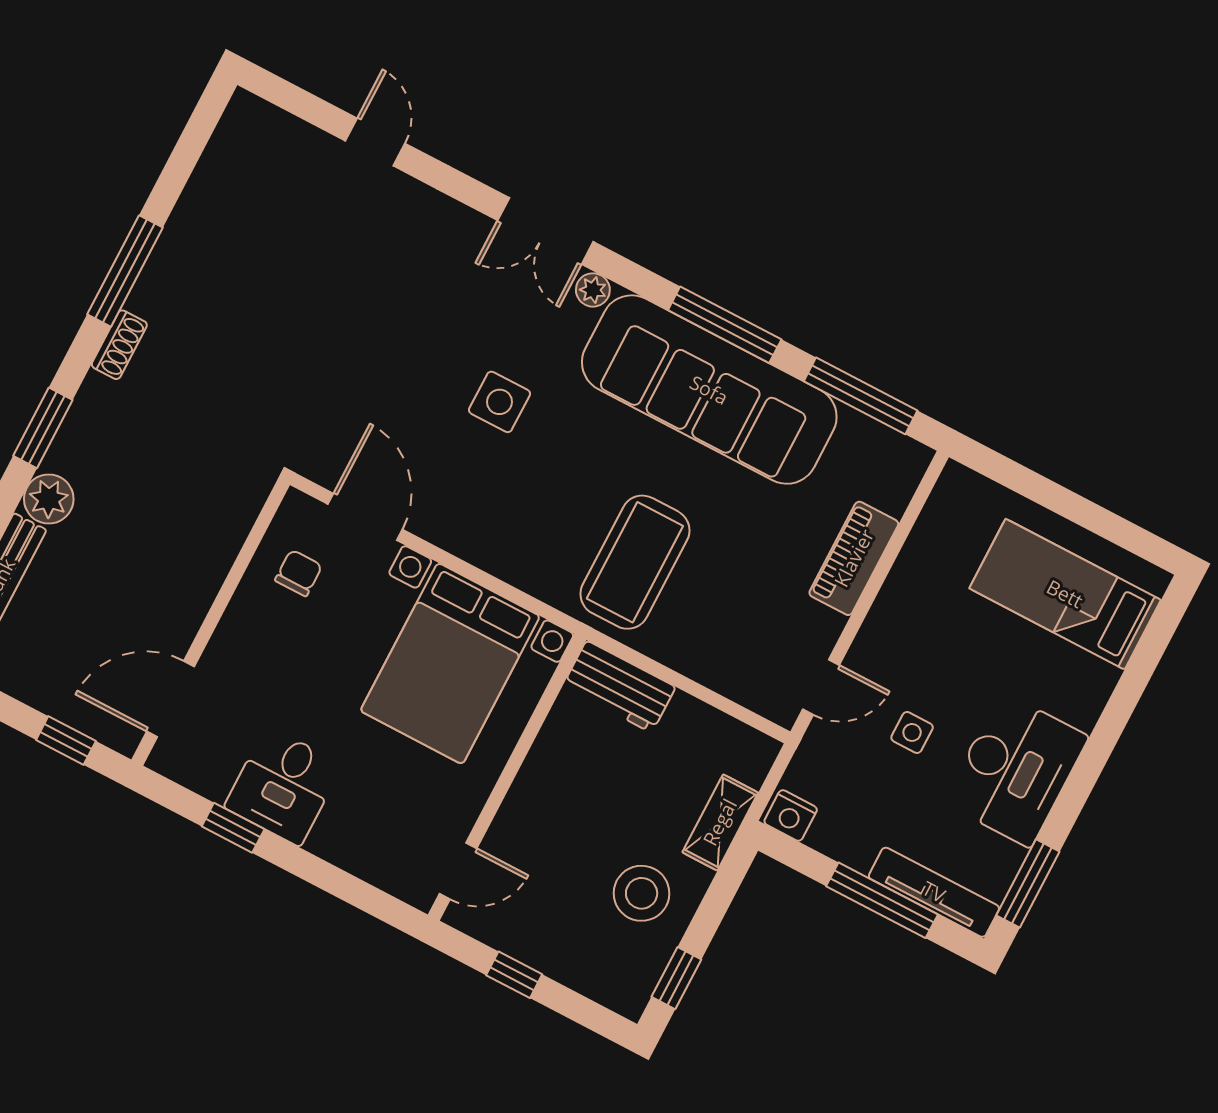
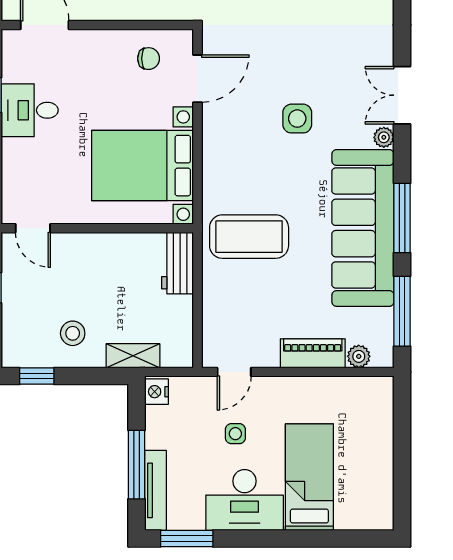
plant: (893, 494) -> (359, 356), added
bed: (1065, 594) -> (309, 477), moved
door: (821, 687) -> (234, 372), hinge flipped
stool: (642, 893) -> (73, 333), width x0.73, depth x0.73

